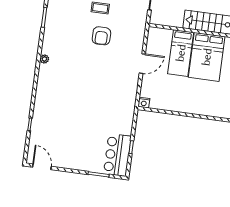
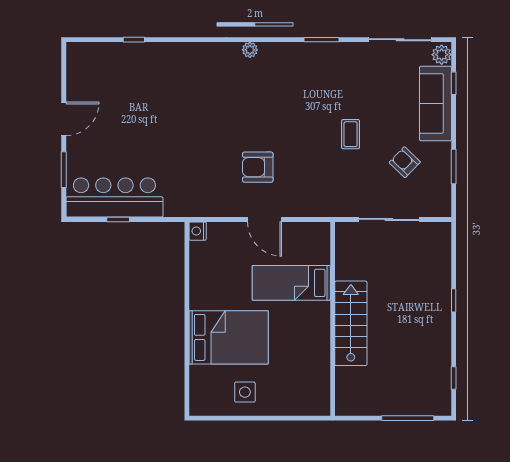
armchair: (101, 36) -> (258, 167), moved
bed: (207, 57) -> (229, 337), moved, turned 180
bar counter: (117, 155) -> (114, 197), width x1.36
door: (42, 167) -> (64, 119), moved

